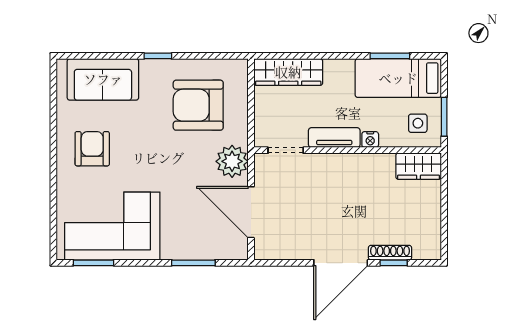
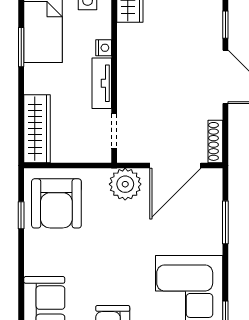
window: (158, 56) -> (21, 215), moved
window: (390, 56) -> (21, 47), moved
armchair: (198, 105) -> (56, 203), moved
shoe rack: (390, 253) -> (215, 141), moved

